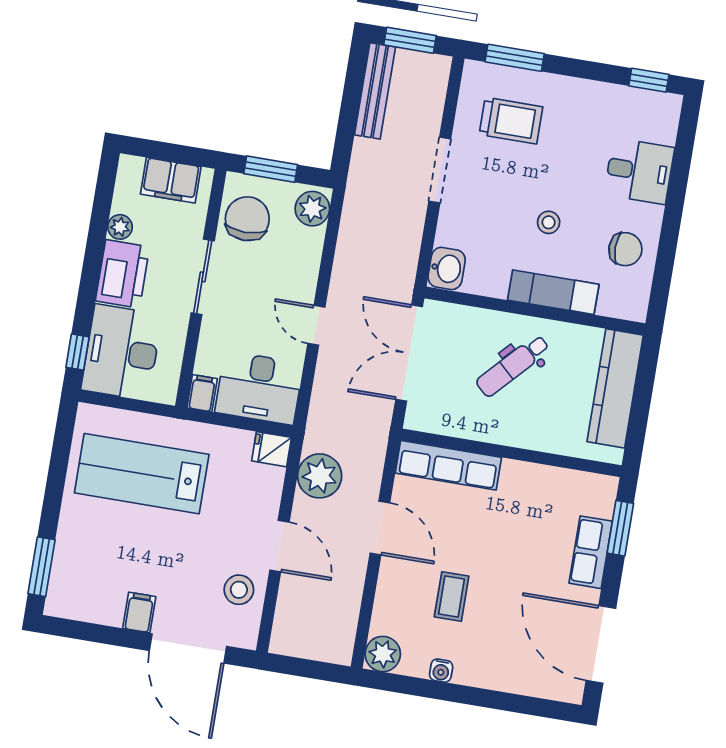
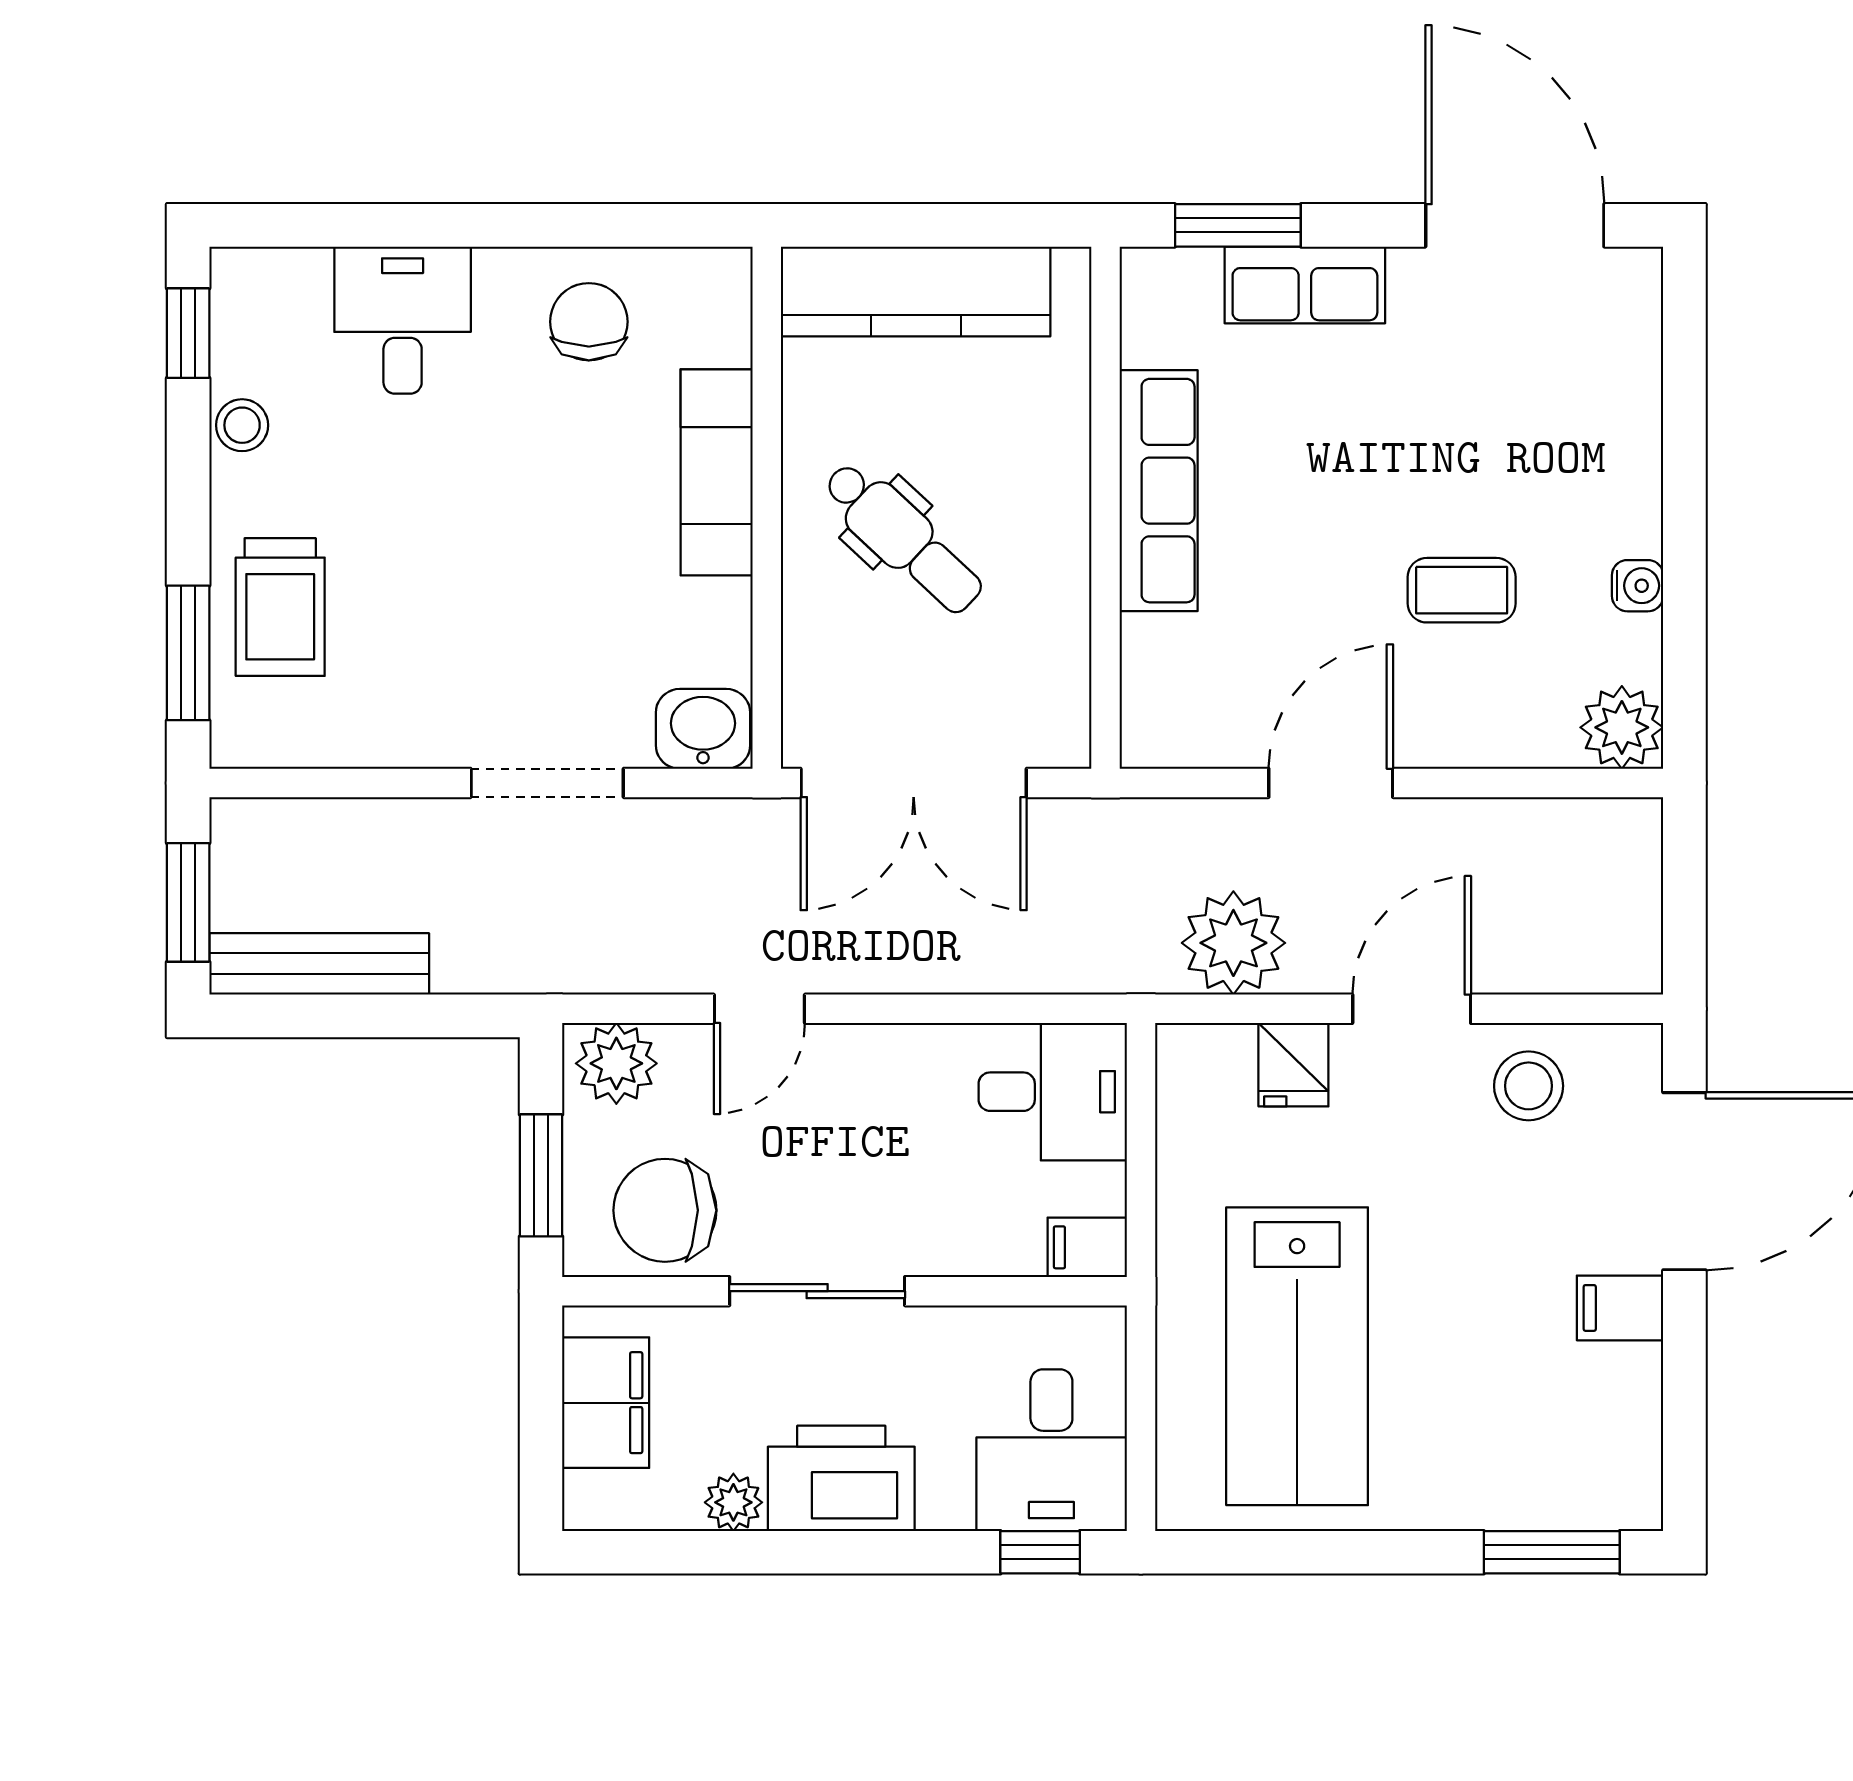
trolley: (511, 121) -> (280, 607), moved, turned 180
doorway: (440, 170) -> (547, 783), moved
stool: (549, 222) -> (242, 425), moved
door: (316, 325) -> (759, 1009), moved
desk: (122, 352) -> (1051, 1450), width x0.73
desk: (259, 388) -> (1053, 1092), width x0.73
fridge: (272, 449) -> (1293, 1065), moved
row of seats: (448, 465) -> (1159, 491), moved
door: (601, 644) -> (1515, 225), swing flipped

